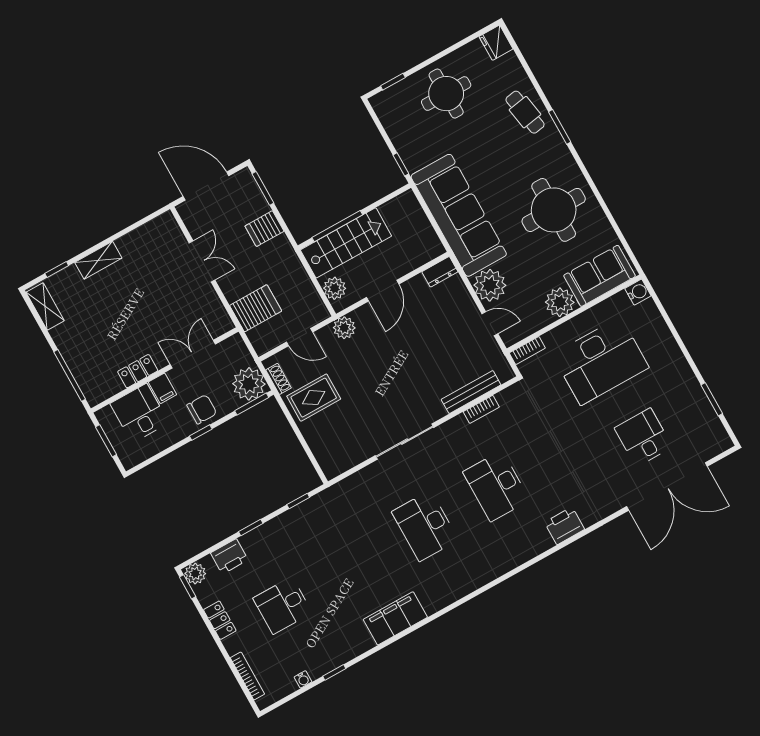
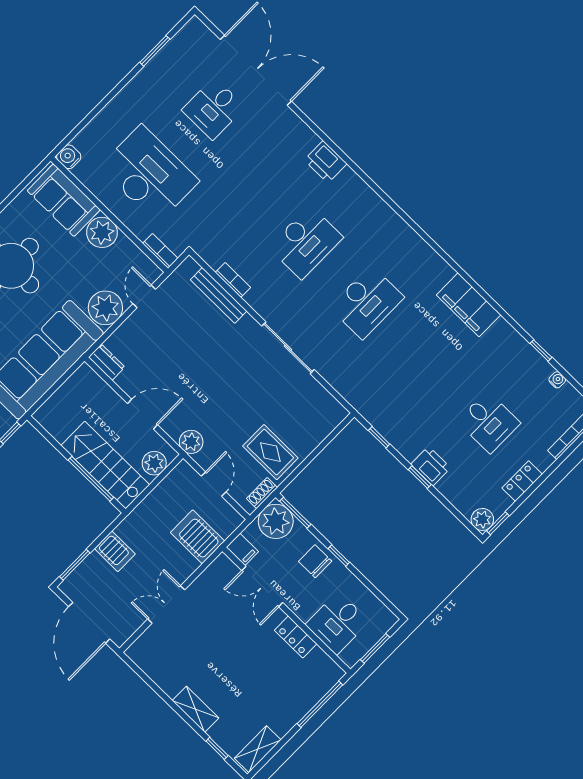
filing cabinet: (162, 388) -> (242, 549), moved, turned 90
printer: (229, 556) -> (431, 466), moved

